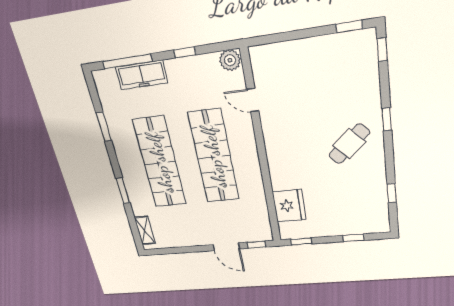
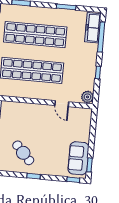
sofa: (341, 50) -> (78, 158), added
freezer: (142, 75) -> (93, 28), moved
door: (253, 100) -> (62, 104), swing flipped

